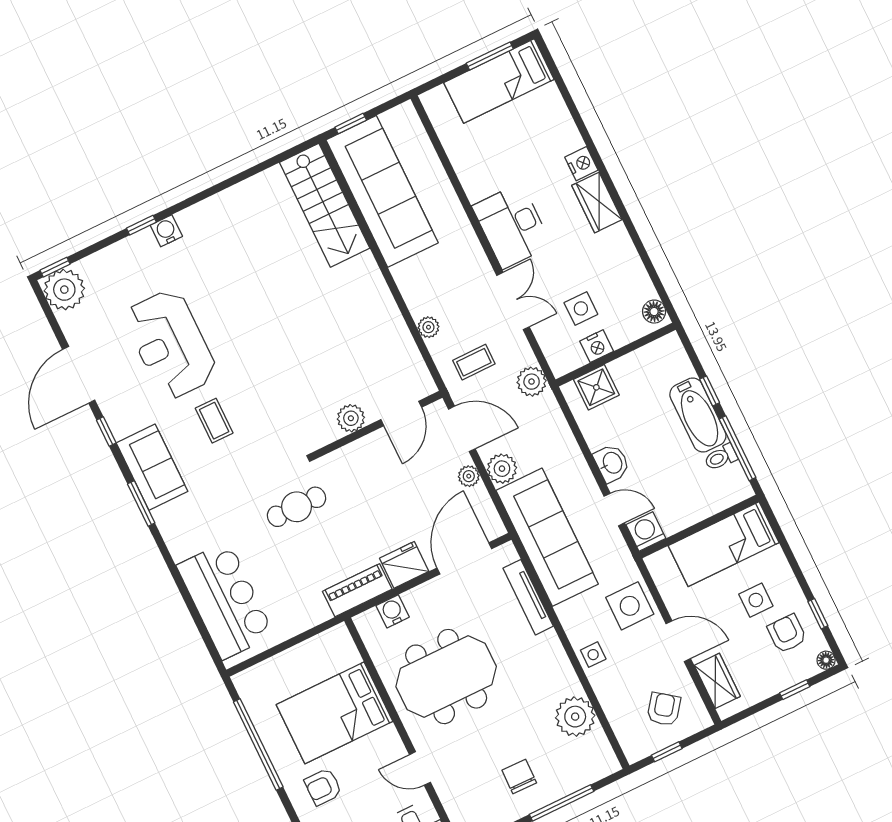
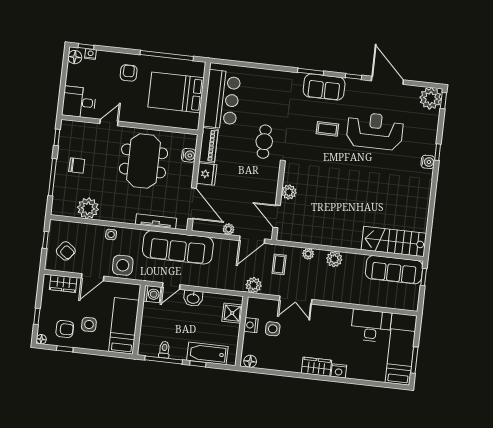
sofa: (382, 191) -> (394, 270), width x0.74, depth x0.79
desk: (512, 226) -> (371, 326), moved
bathtub: (698, 415) -> (207, 353), moved
plant: (502, 469) -> (334, 259), moved
bar counter: (225, 600) -> (222, 99), moved, turned -90
bed: (335, 713) -> (176, 92), moved, turned -90

